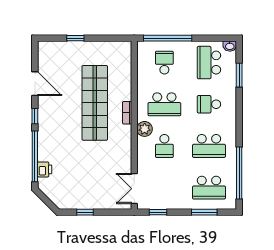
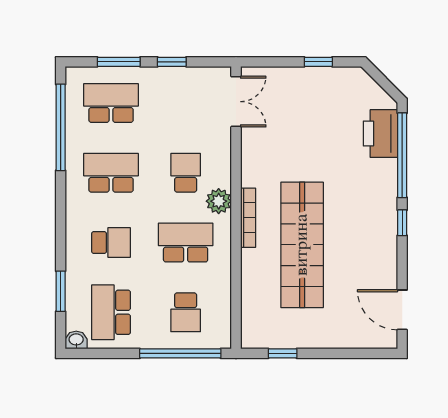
window: (75, 38) -> (283, 353), moved
school desk: (209, 63) -> (111, 312), turned 180
door: (35, 84) -> (402, 310), moved
bookcase: (127, 113) -> (248, 218), width x1.56
printer: (45, 169) -> (380, 134), width x1.87, depth x1.48
window: (158, 212) -> (172, 62), moved

